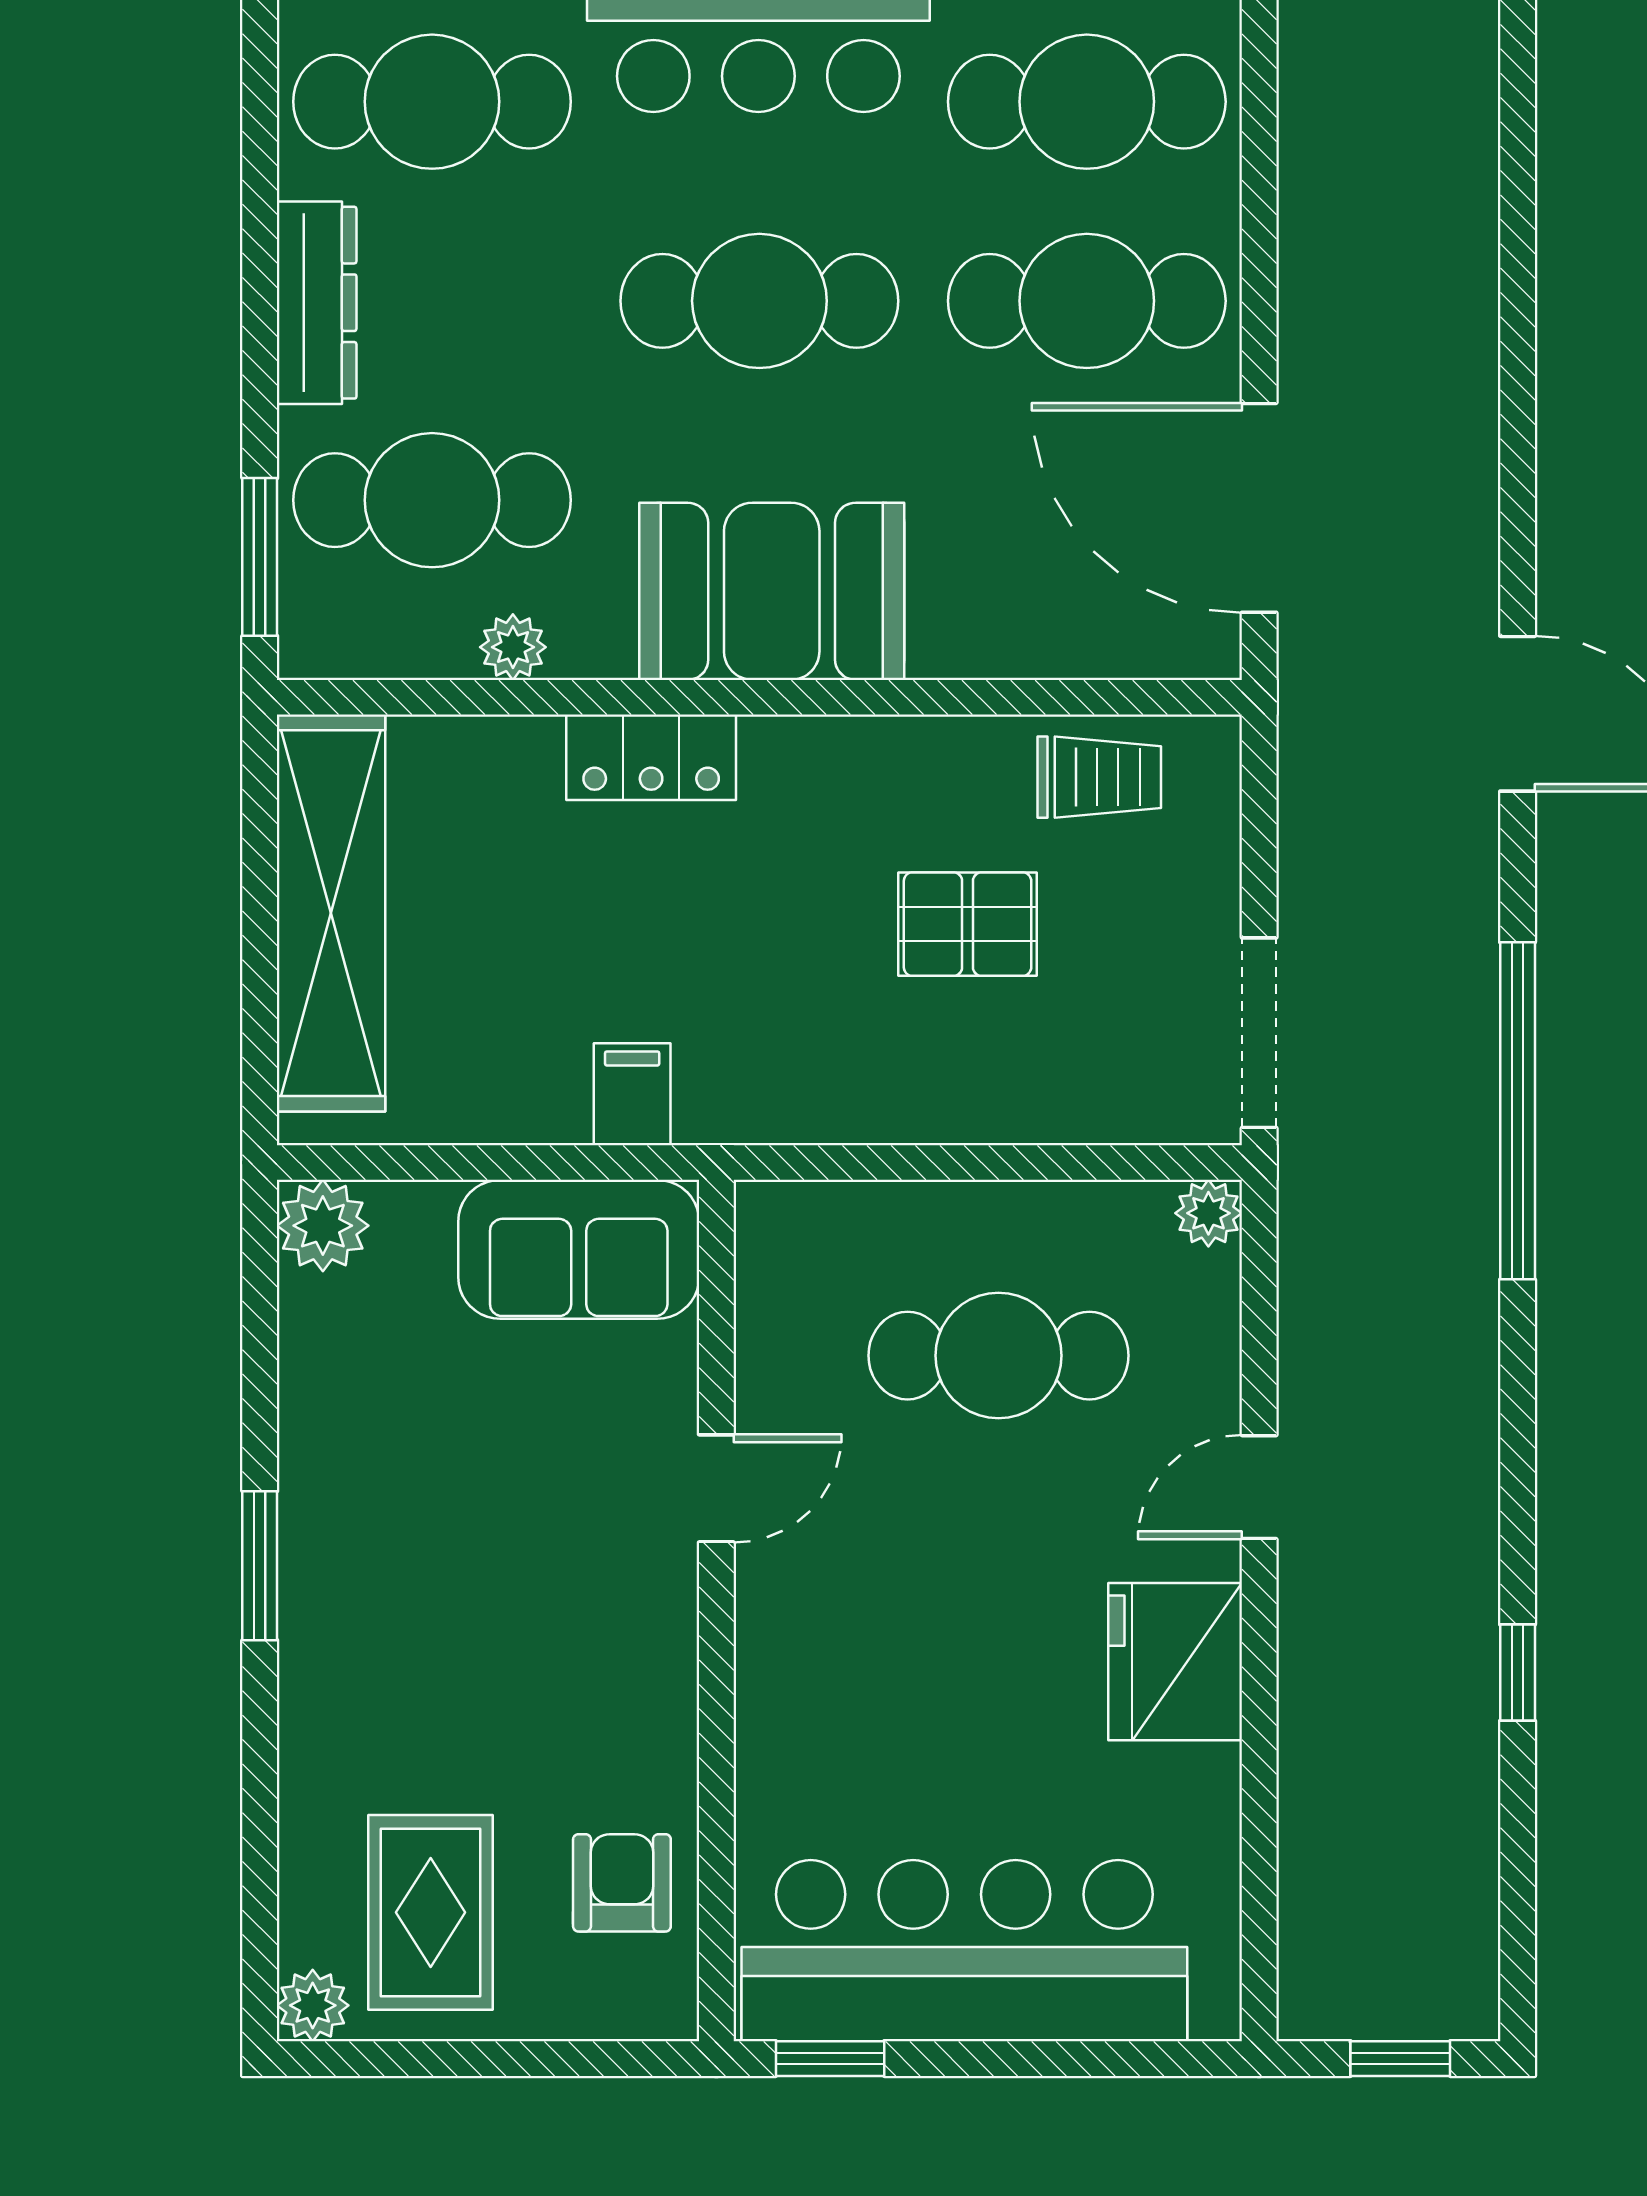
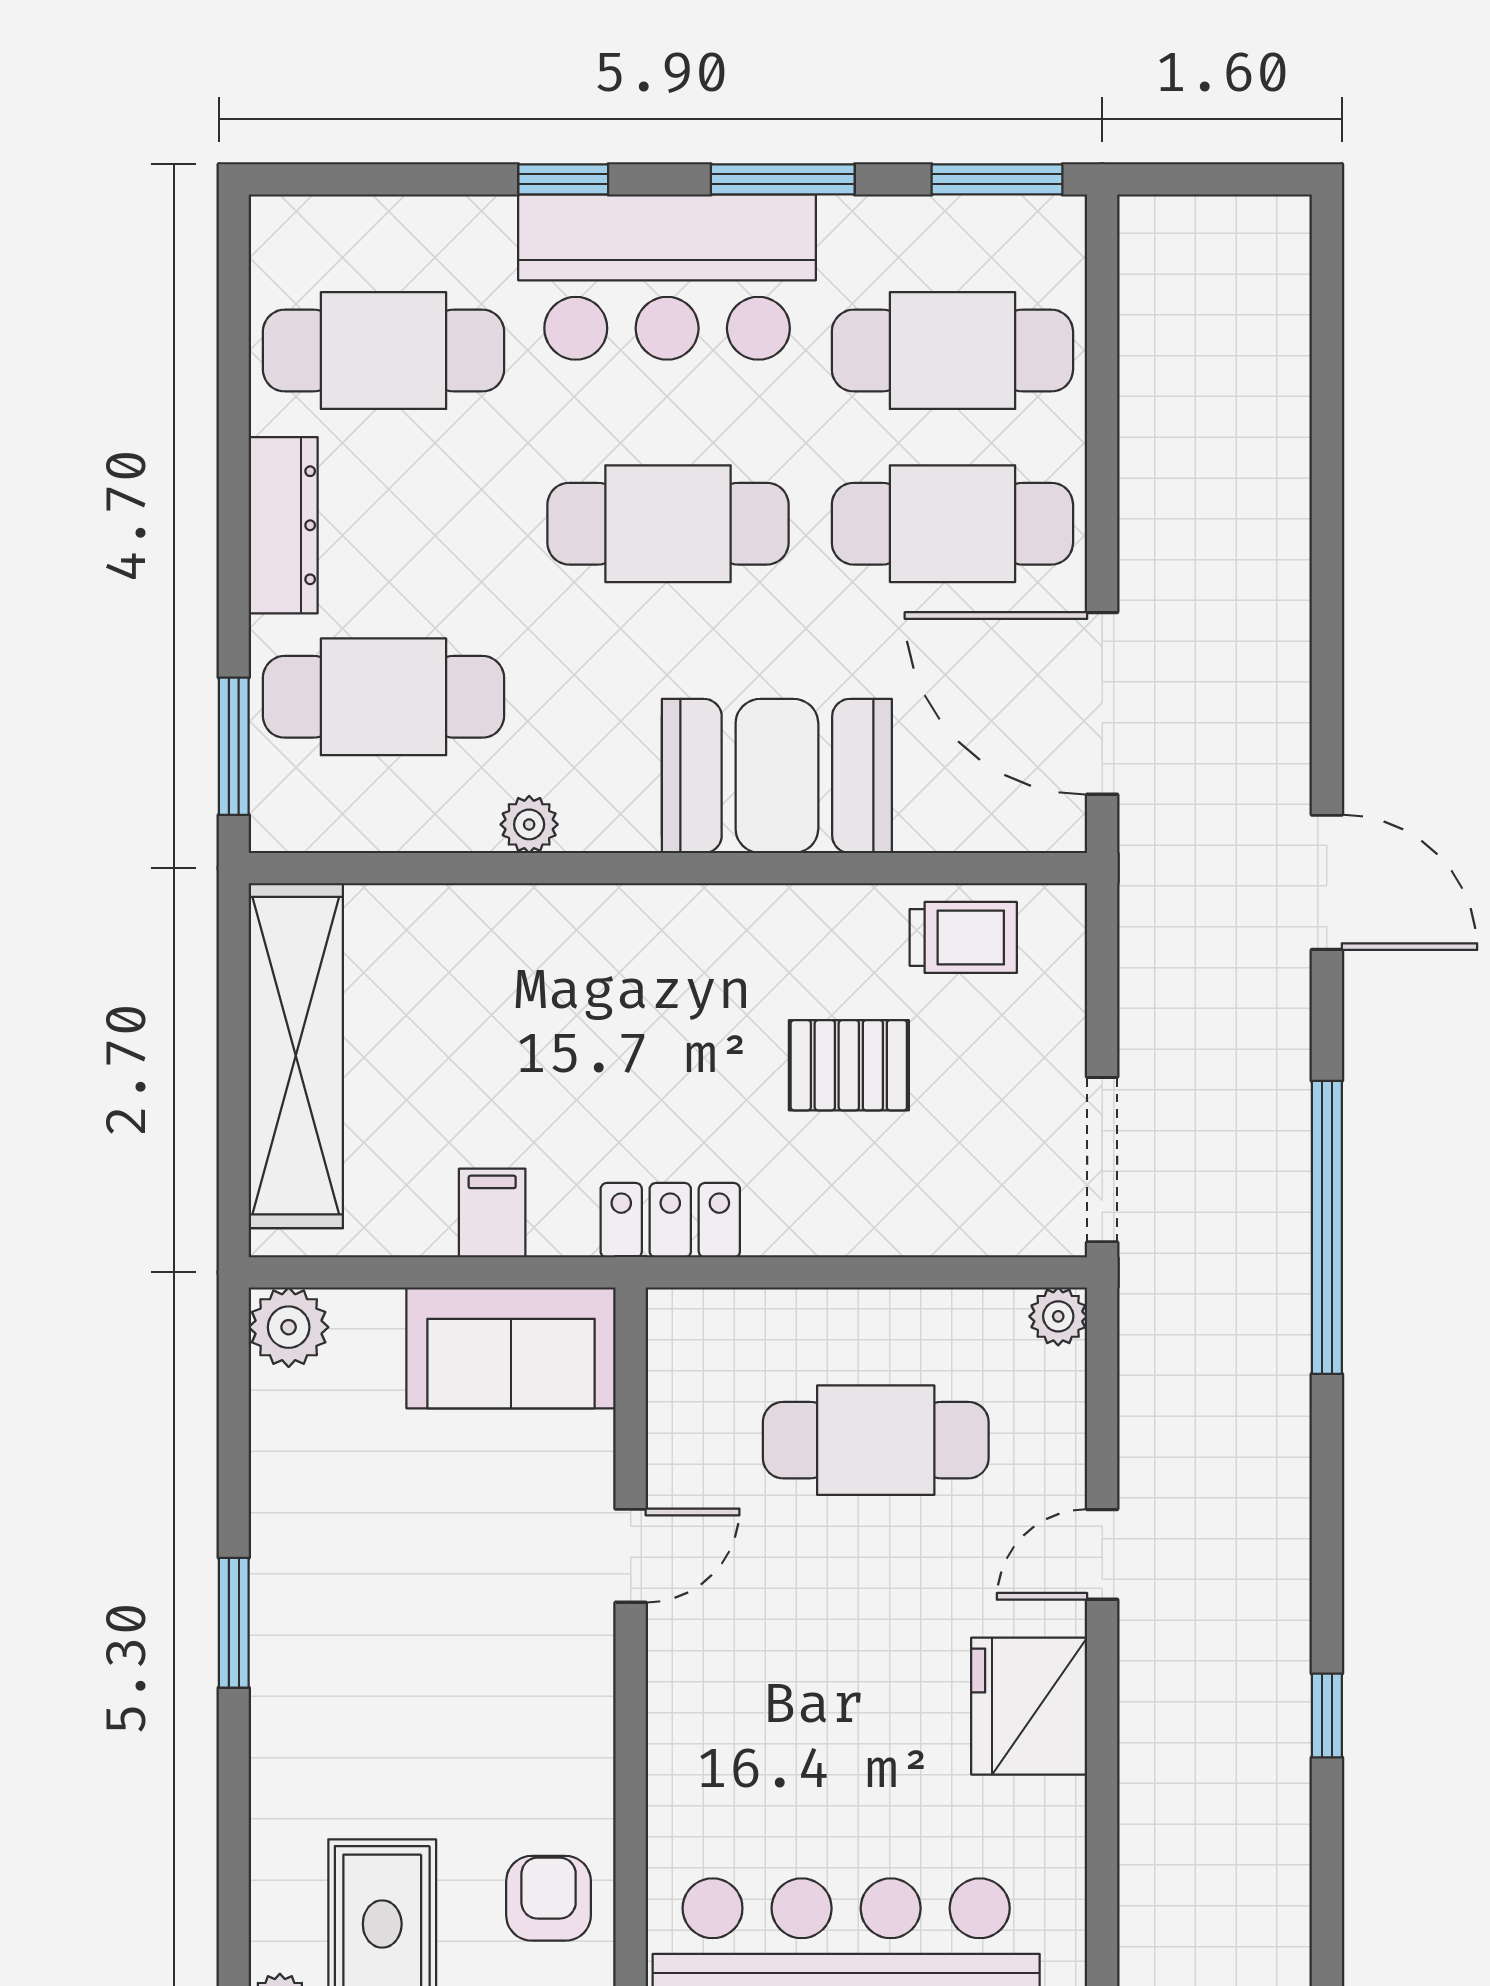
booth: (772, 591) -> (777, 776), moved
plant: (513, 647) -> (529, 824), moved
locker: (651, 757) -> (670, 1220), moved, turned 180
filing cabinet: (632, 1094) -> (492, 1213), moved

